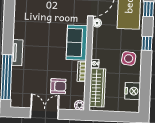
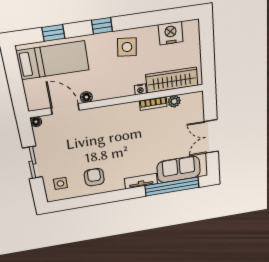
sofa: (77, 43) -> (179, 169), moved, turned 180
armchair: (58, 86) -> (94, 177), moved
plant: (79, 105) -> (174, 101), moved

